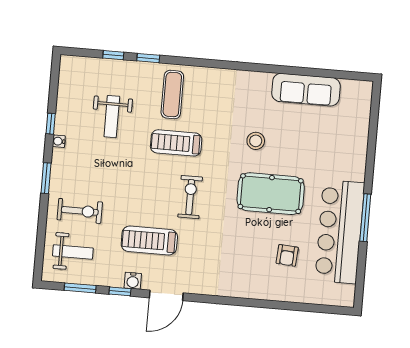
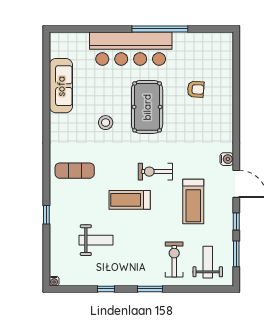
window: (113, 55) -> (46, 243), removed
exercise mat: (172, 95) -> (75, 171), moved
water cooler: (59, 141) -> (54, 281), moved
treadmill: (176, 143) -> (130, 200), moved, turned 90
window: (365, 218) -> (160, 29), width x1.46
bar counter: (340, 232) -> (131, 49), moved
water cooler: (133, 281) -> (227, 159), moved

